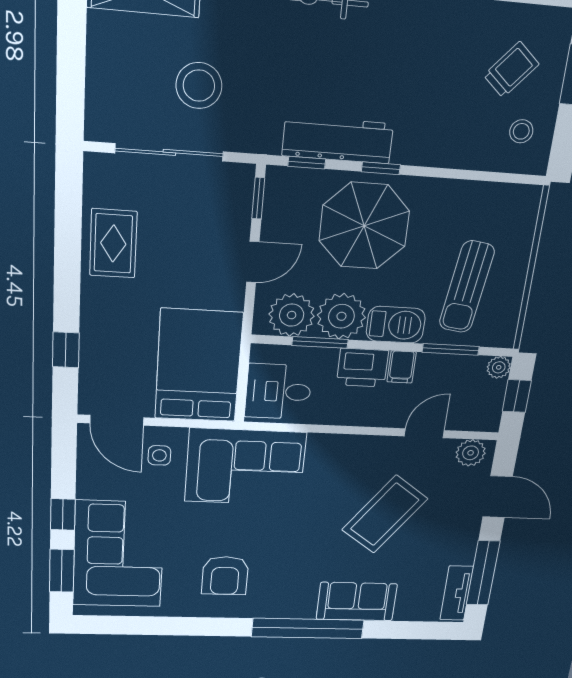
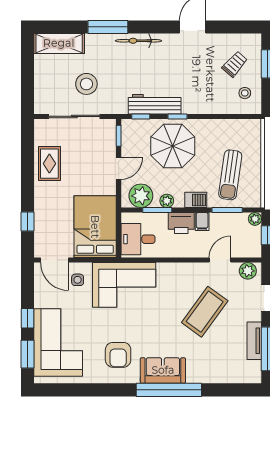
plant: (341, 316) -> (167, 201), width x0.53, depth x0.53
barbecue: (396, 325) -> (196, 200), width x0.73, depth x0.79
tv unit: (457, 593) -> (254, 341), moved
sofa: (357, 602) -> (163, 370), moved

